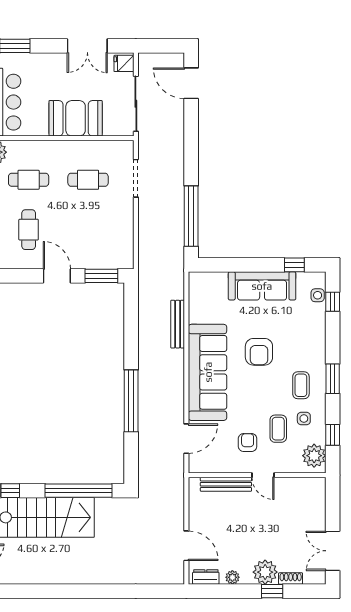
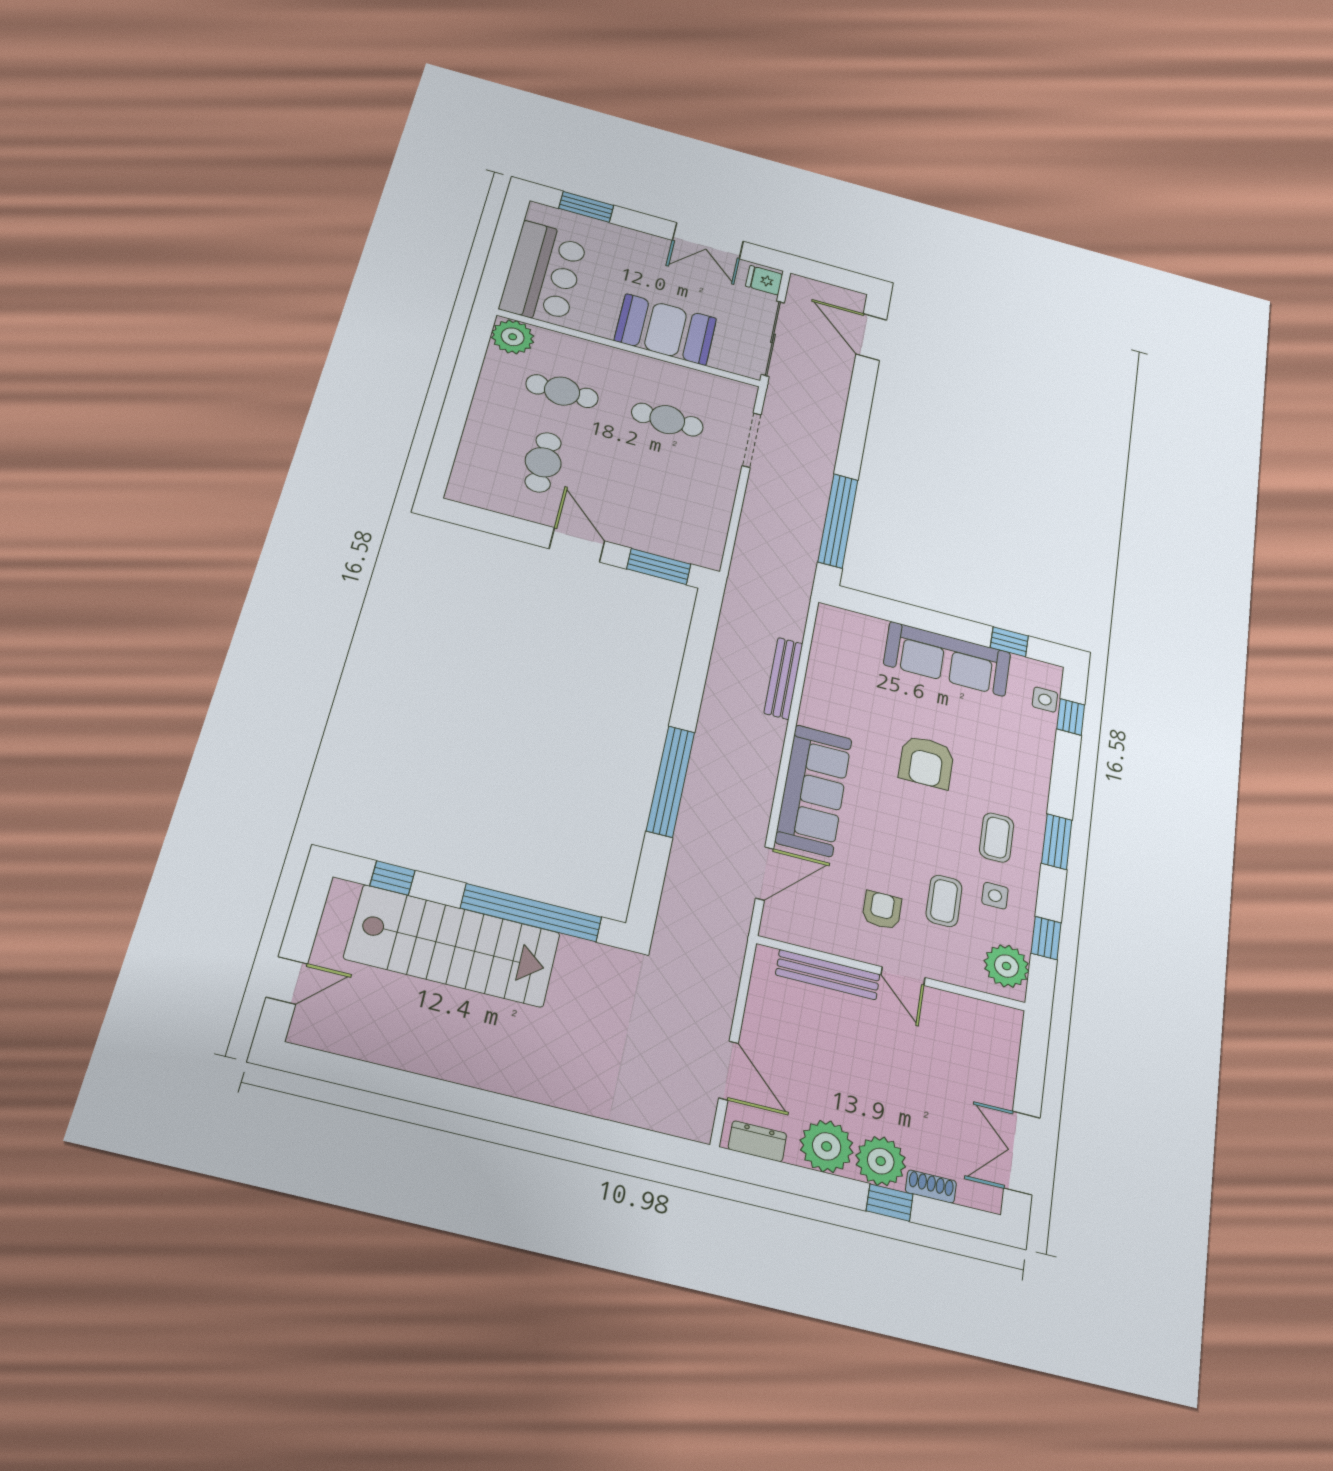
sofa: (208, 372) -> (814, 790), width x0.74, depth x0.79
plant: (232, 577) -> (827, 1146), width x1.88, depth x1.88

